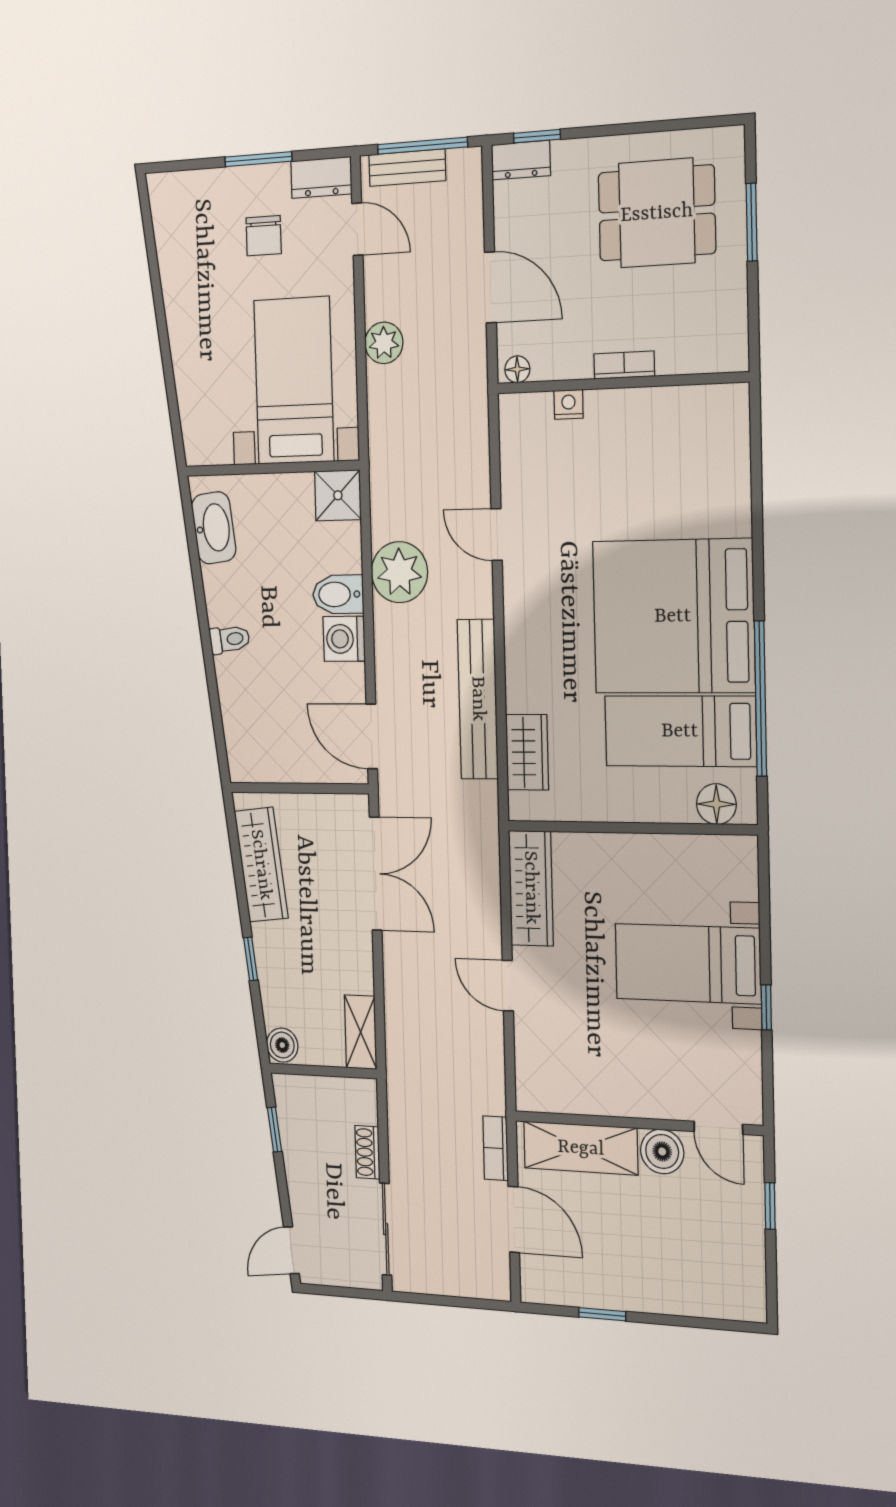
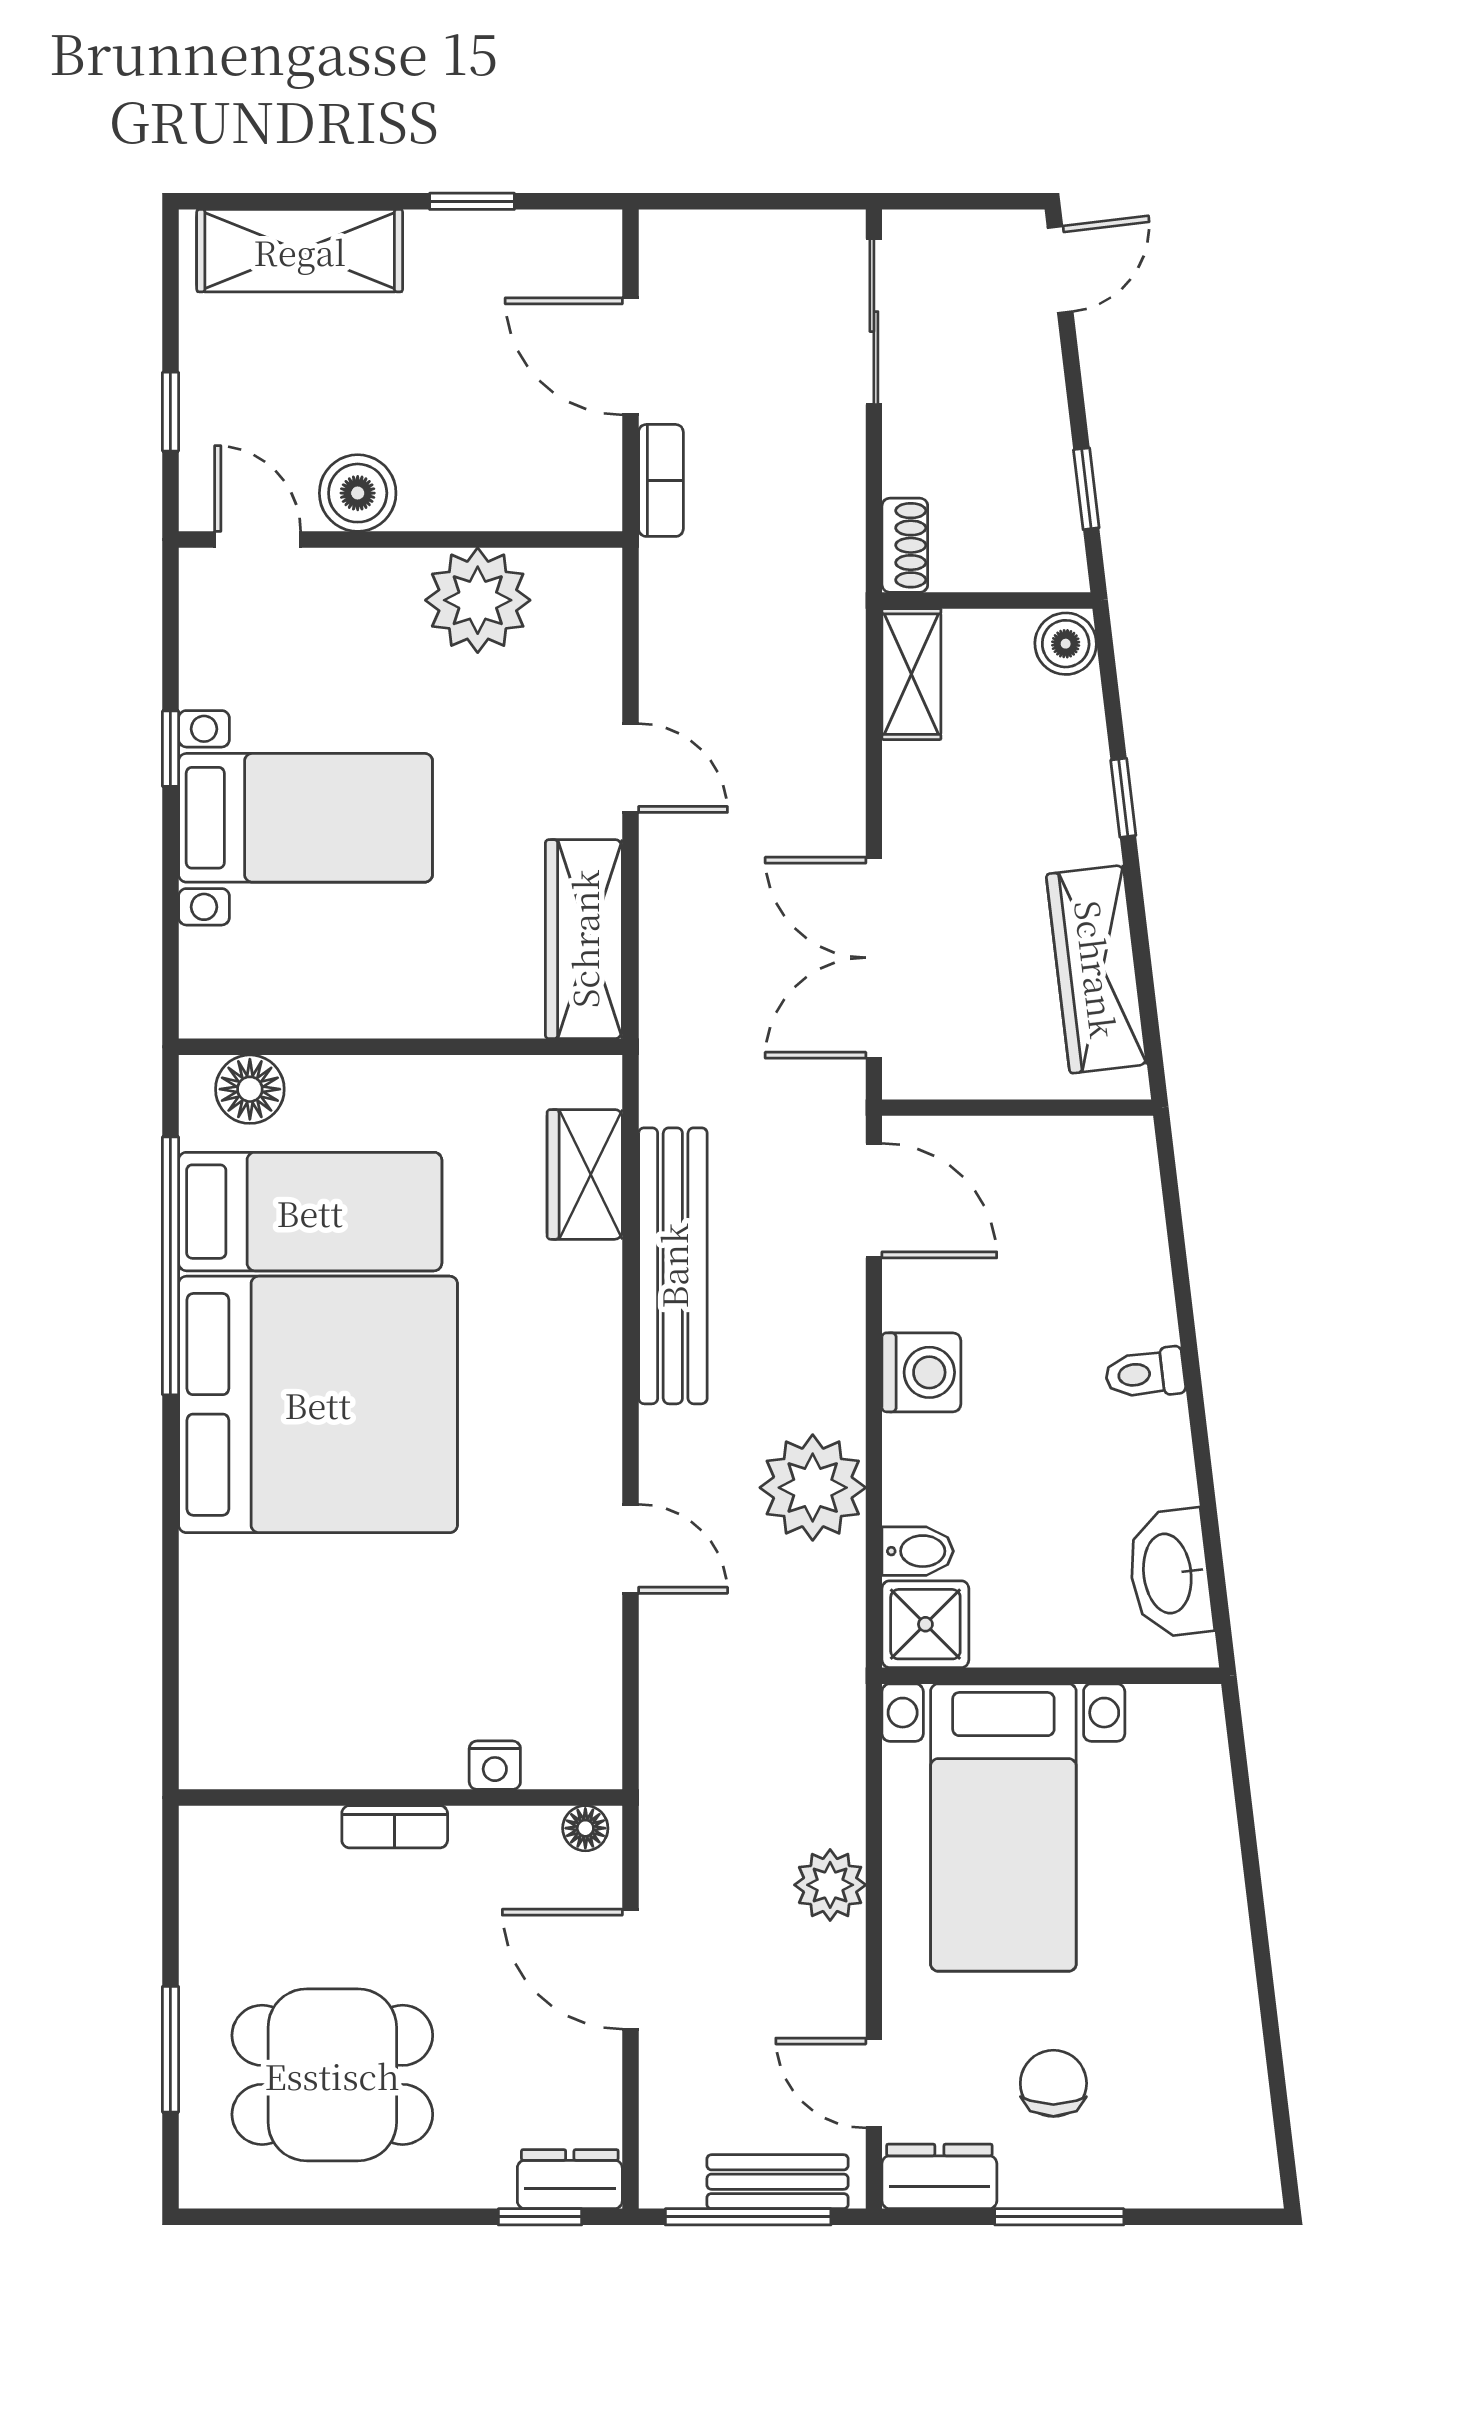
bidet: (338, 594) -> (918, 1551), moved, width x0.72, depth x0.74
plant: (594, 1086) -> (478, 600), added
shelving: (581, 1148) -> (300, 251), moved
shoe rack: (367, 1152) -> (905, 545), moved

